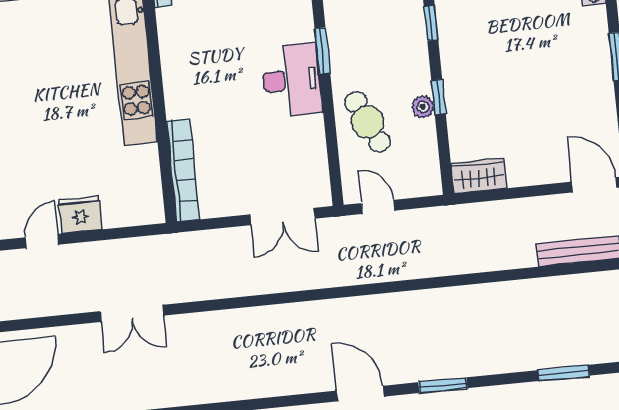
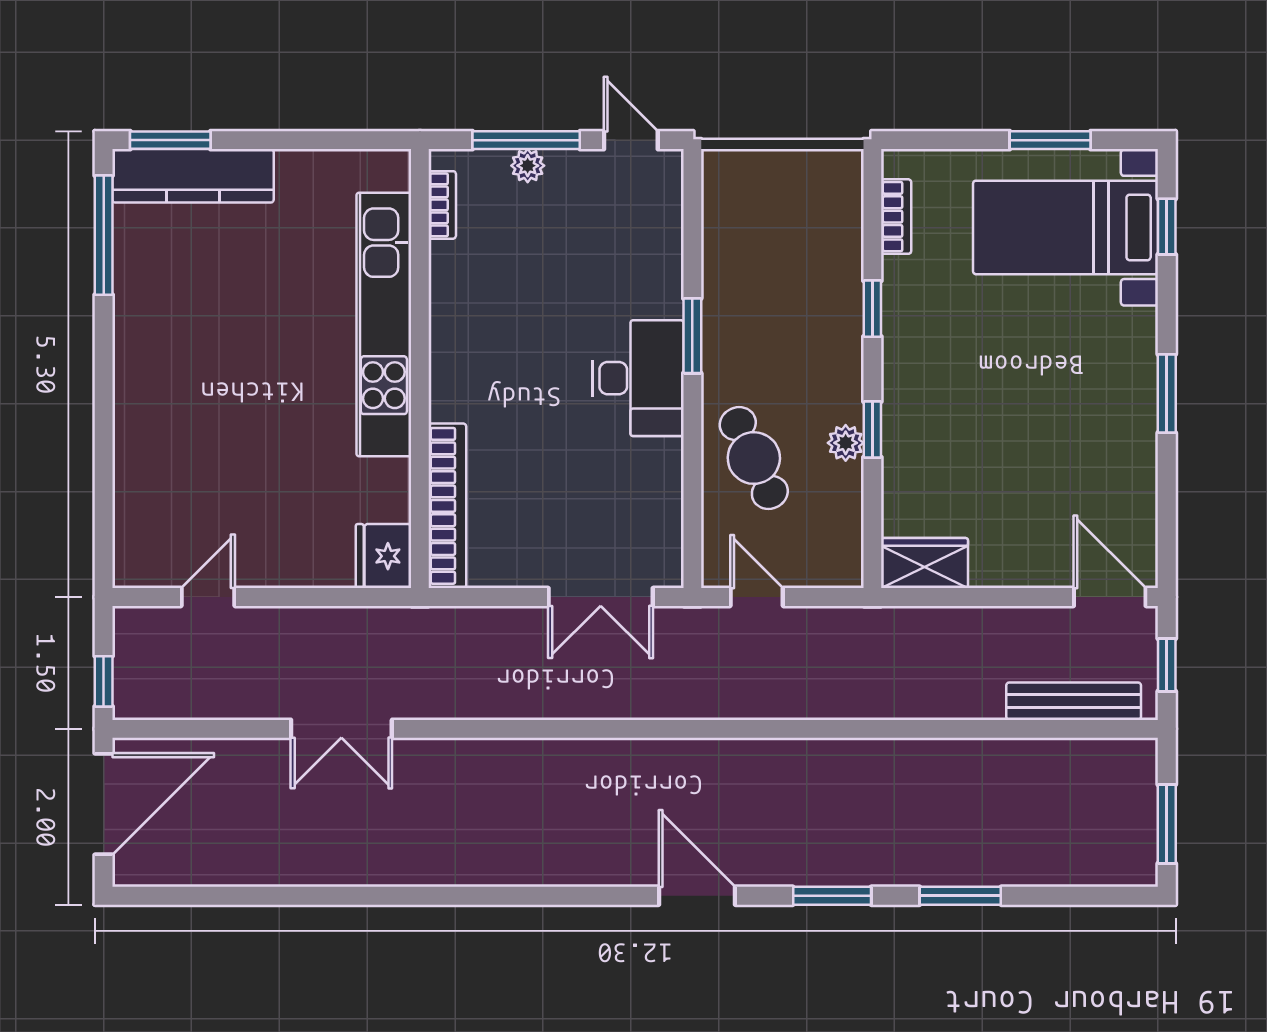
fridge: (80, 214) -> (383, 556), moved, turned -90
window: (564, 373) -> (960, 896), moved

